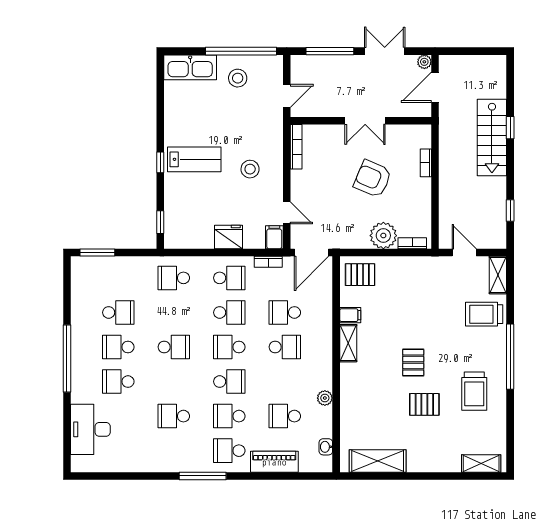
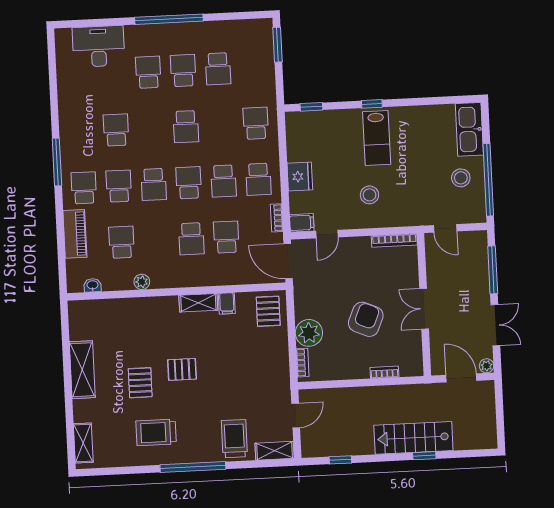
shelving: (378, 461) -> (82, 370), moved

